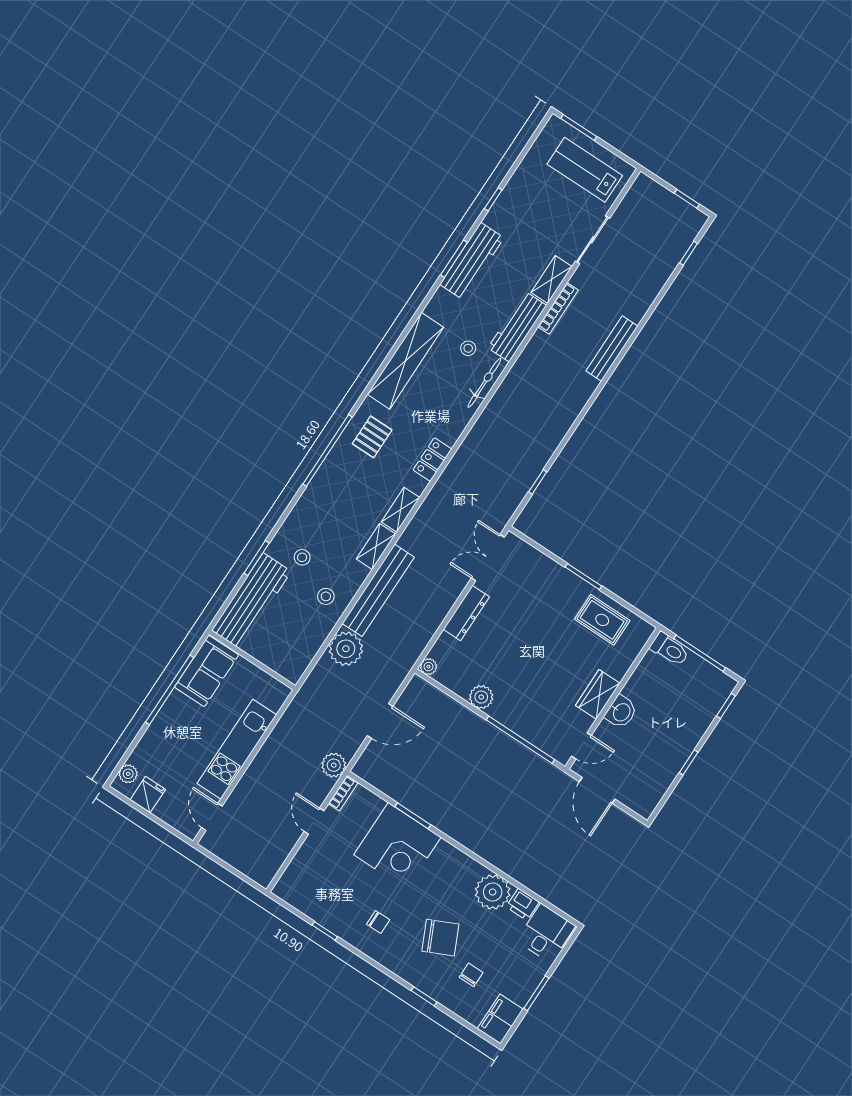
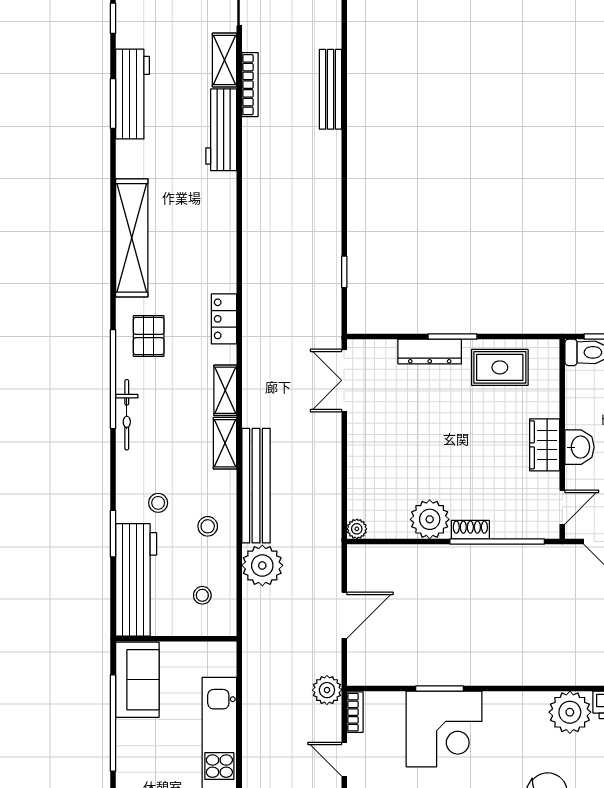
stool: (468, 348) -> (202, 595), moved
bicycle: (484, 383) -> (127, 415), moved, turned 180
dresser: (466, 613) -> (430, 352), moved, turned 90
plant: (481, 697) -> (430, 519), width x1.36, depth x1.36
shoe rack: (507, 719) -> (470, 530), added

